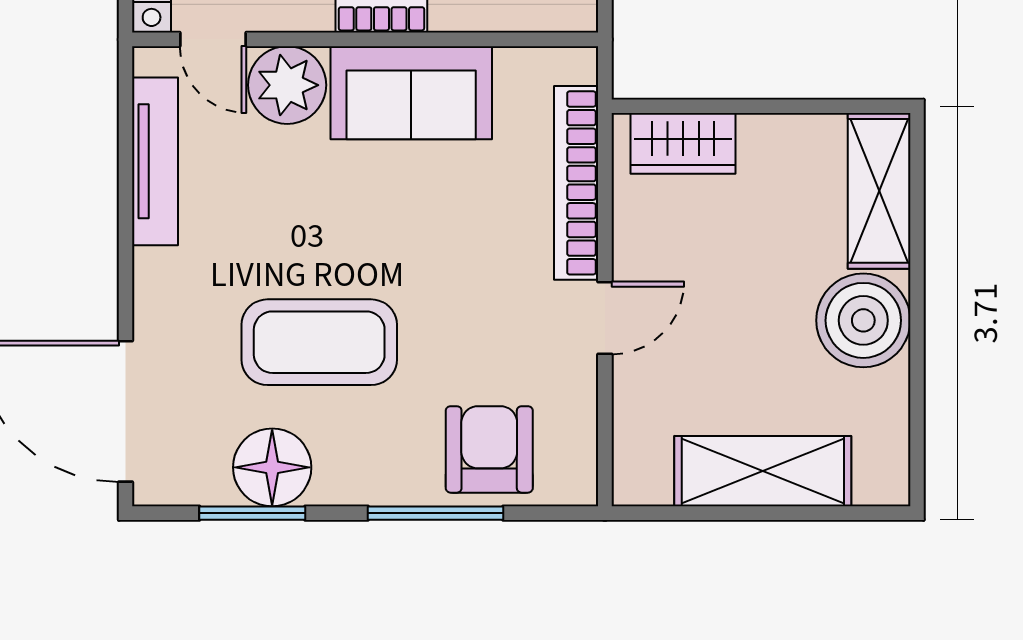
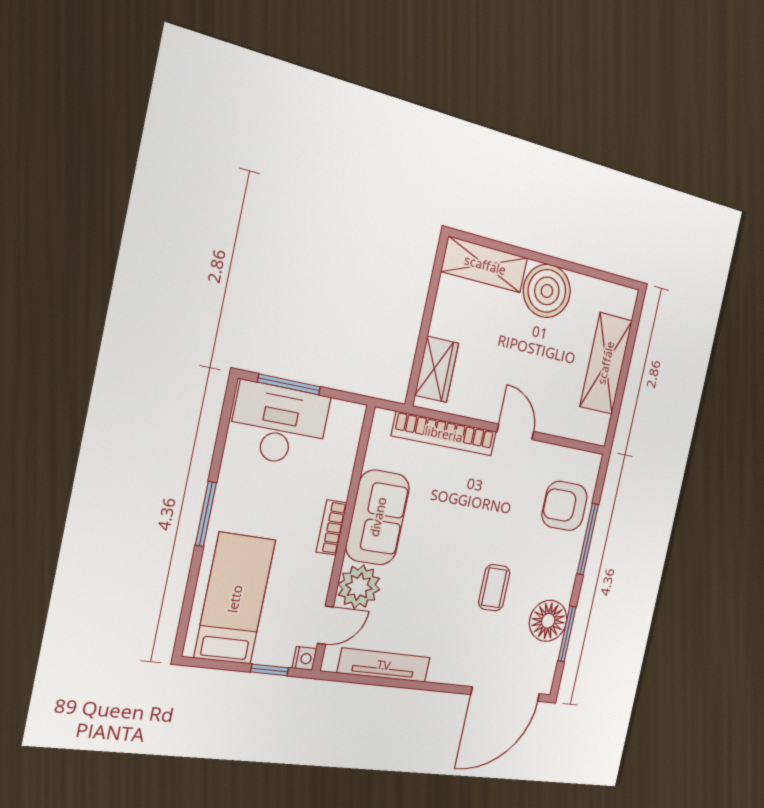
coffee table: (319, 342) -> (494, 588), width x0.54, depth x0.58

